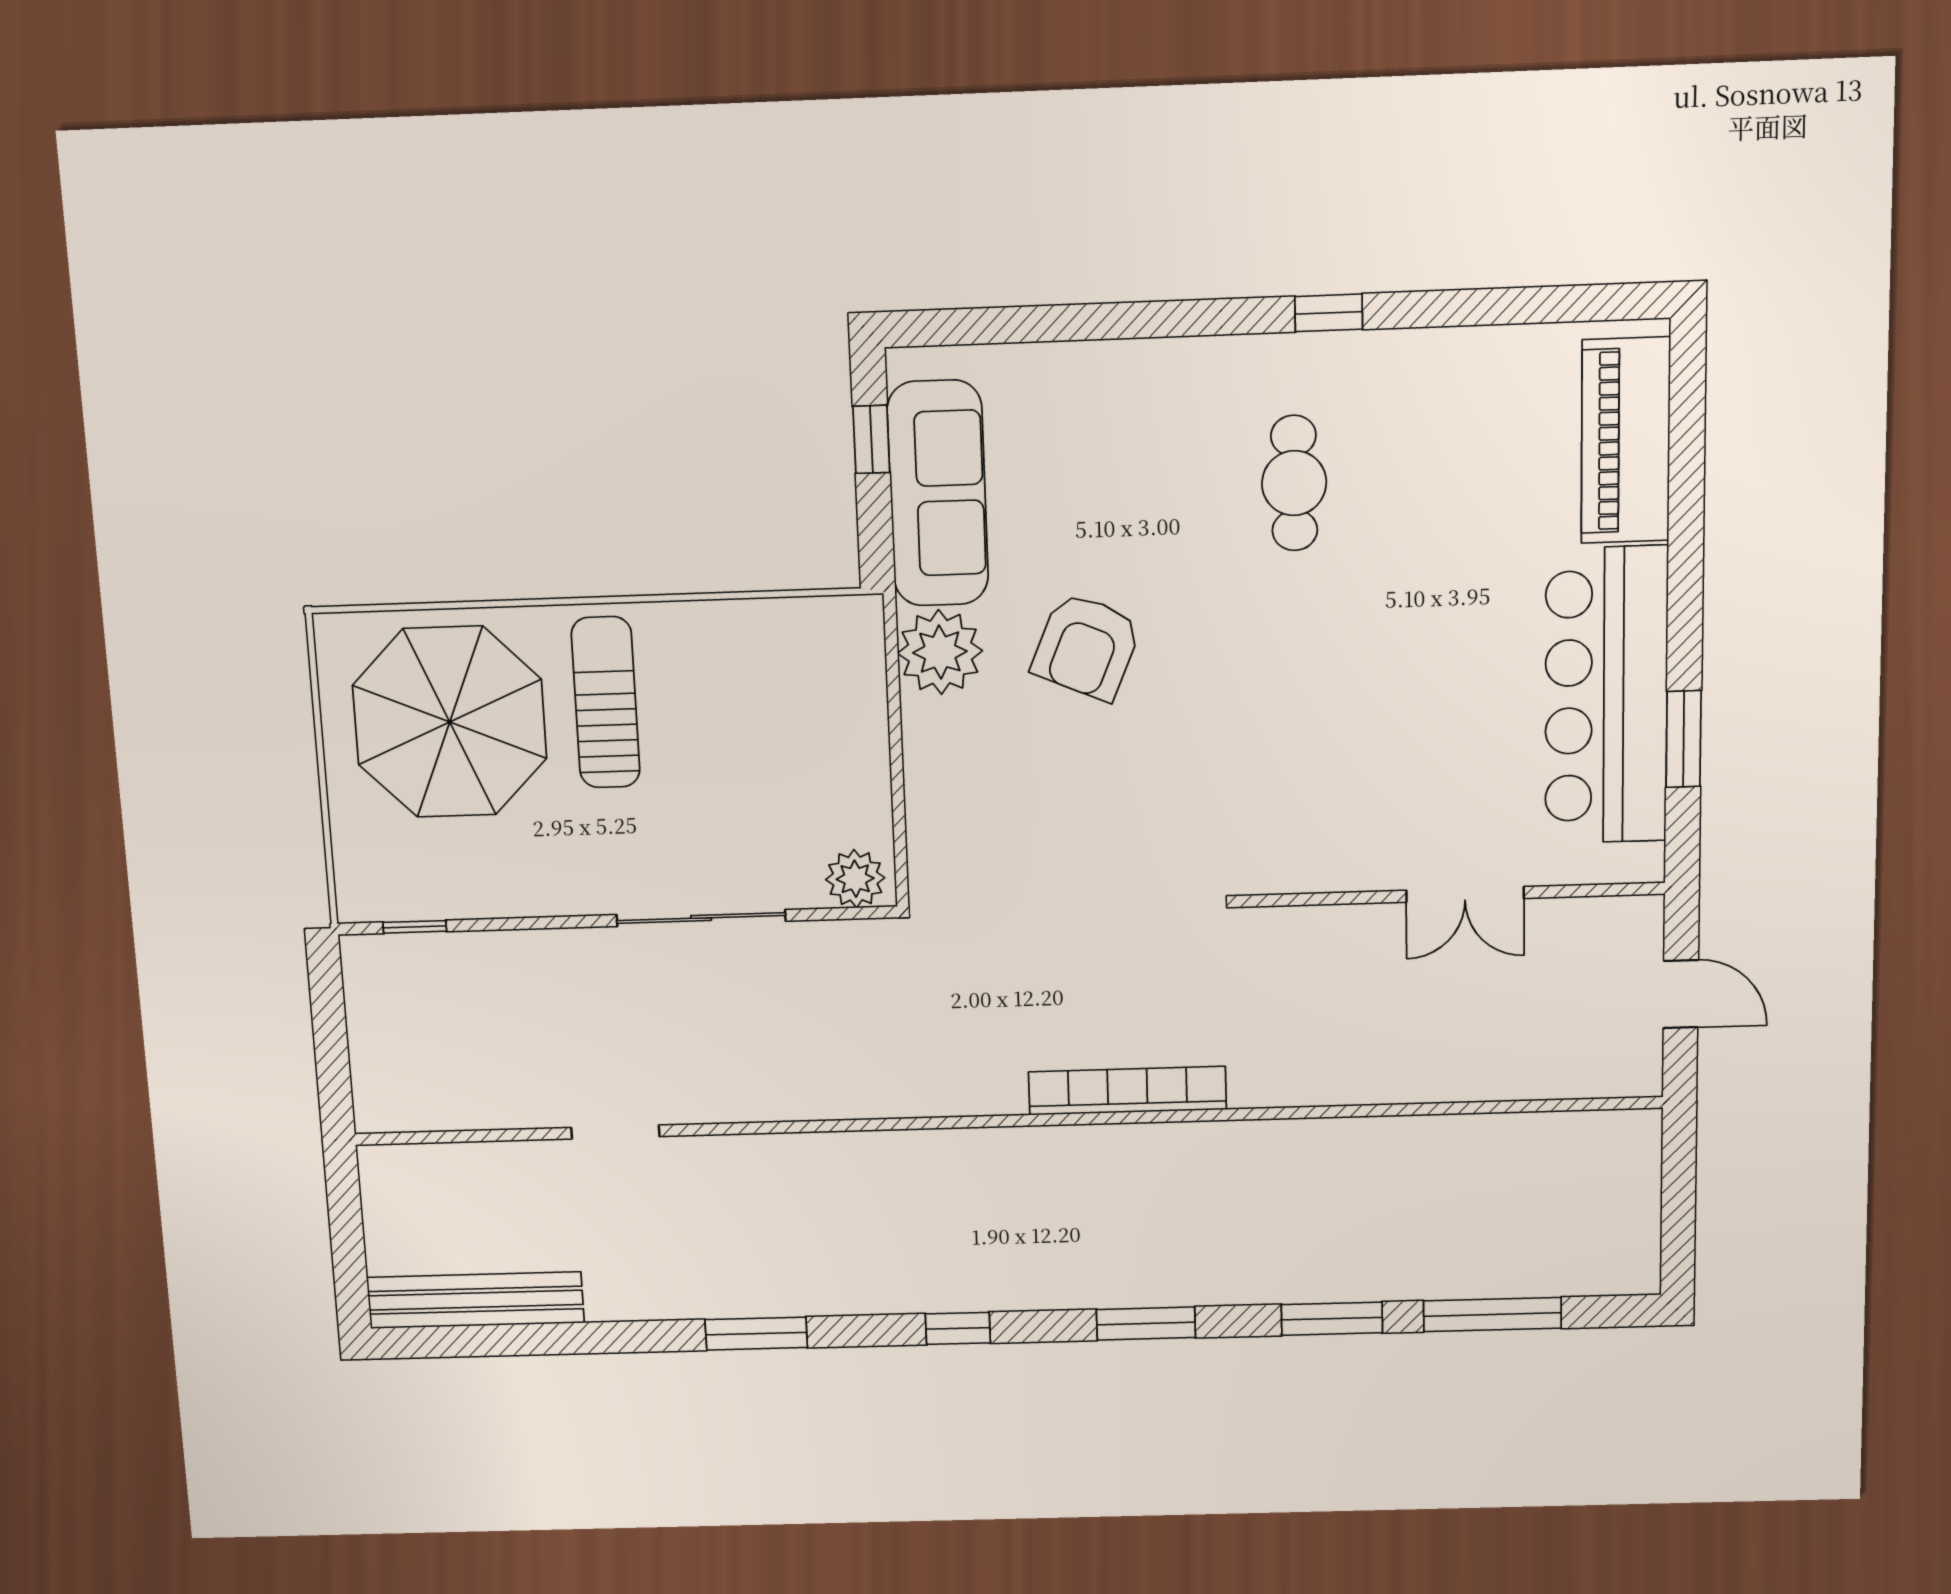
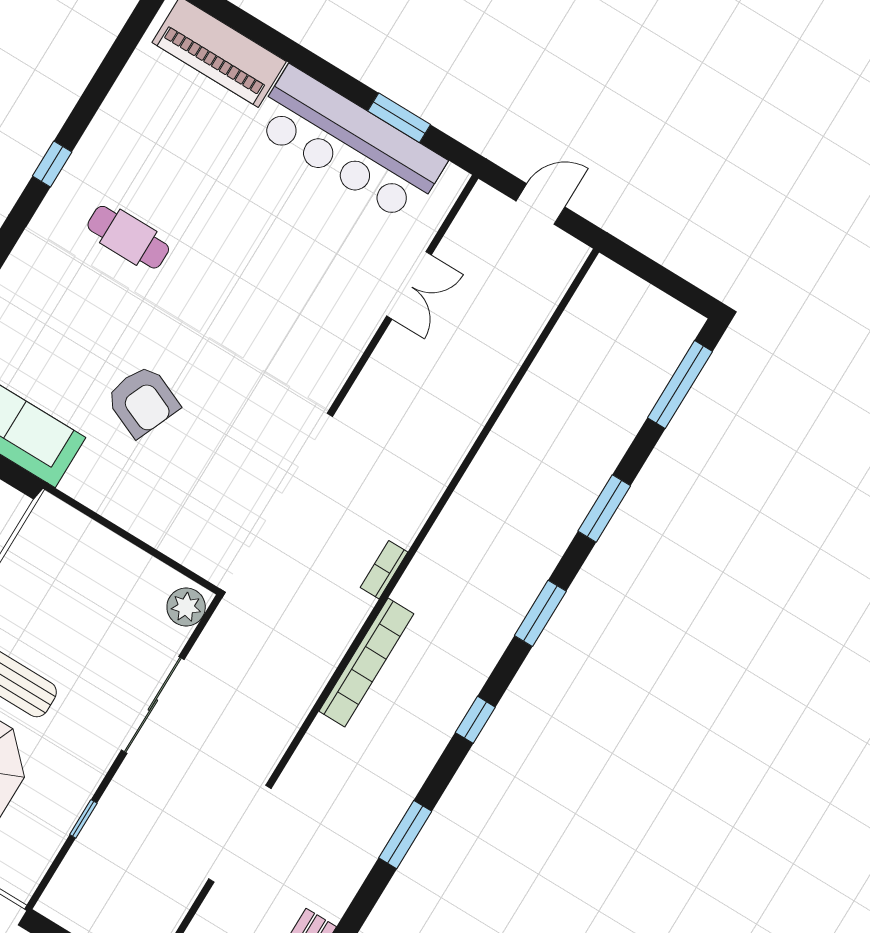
plant: (940, 652) -> (95, 480), removed
window: (415, 927) -> (83, 819), moved
bookcase: (1127, 1091) -> (384, 570), width x0.43, depth x0.76
doorway: (615, 1132) -> (240, 834), width x1.87
bookcase: (939, 1150) -> (366, 663), added
window: (1492, 1315) -> (680, 385), moved

